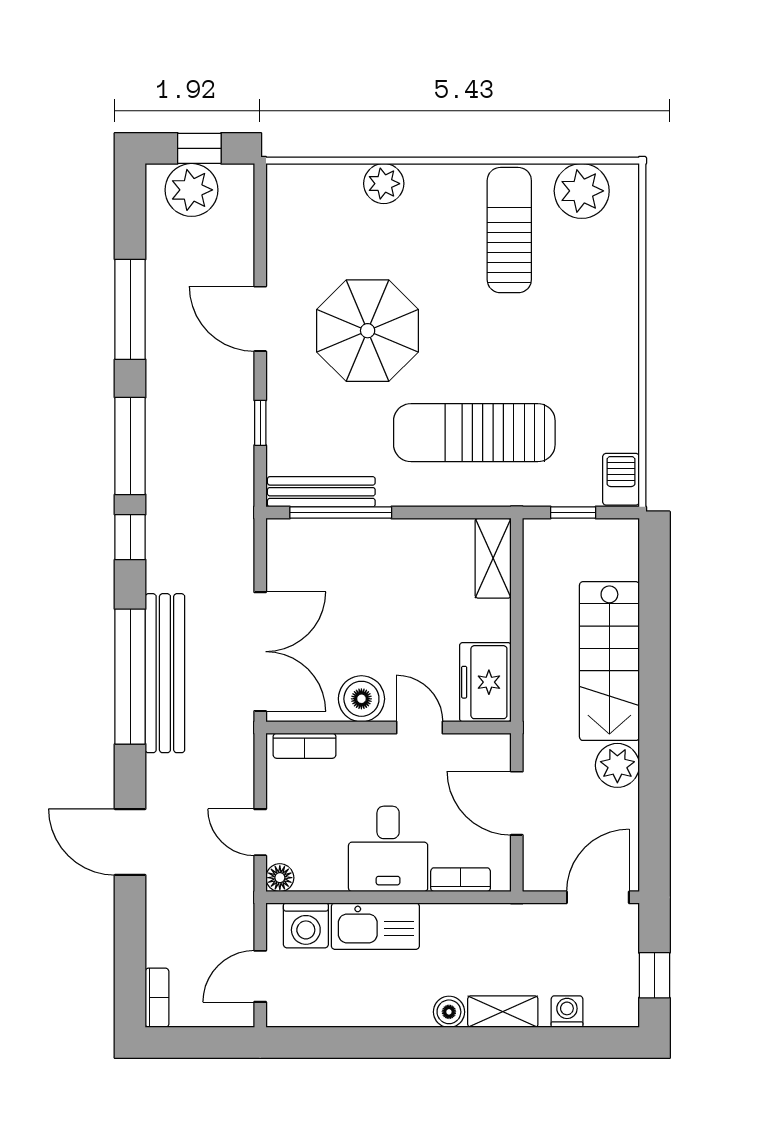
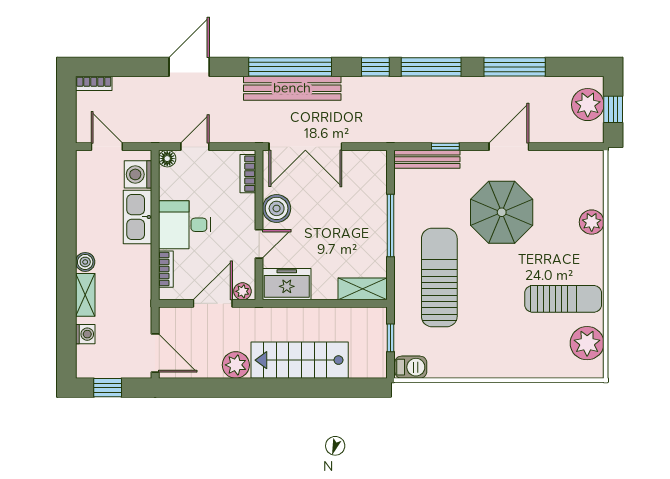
bench: (321, 492) -> (427, 159), moved, turned 90
window: (341, 512) -> (390, 225), moved
plant: (497, 755) -> (242, 291), added

